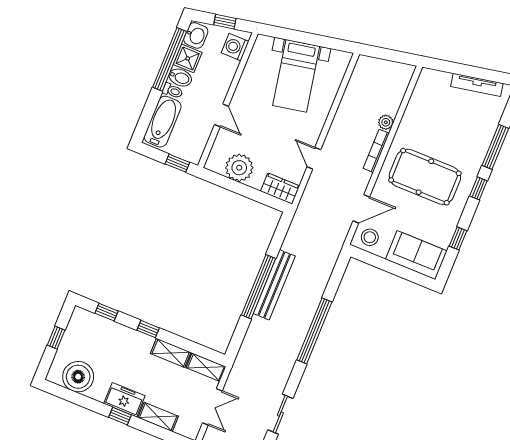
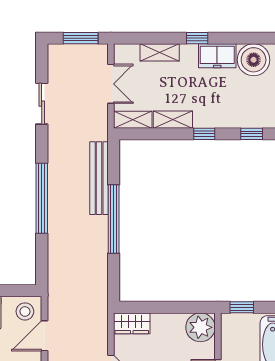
plant: (239, 168) -> (200, 327), moved
bench: (274, 285) -> (99, 178), moved
freezer: (124, 400) -> (217, 56), moved
double door: (212, 407) -> (111, 84), swing flipped

